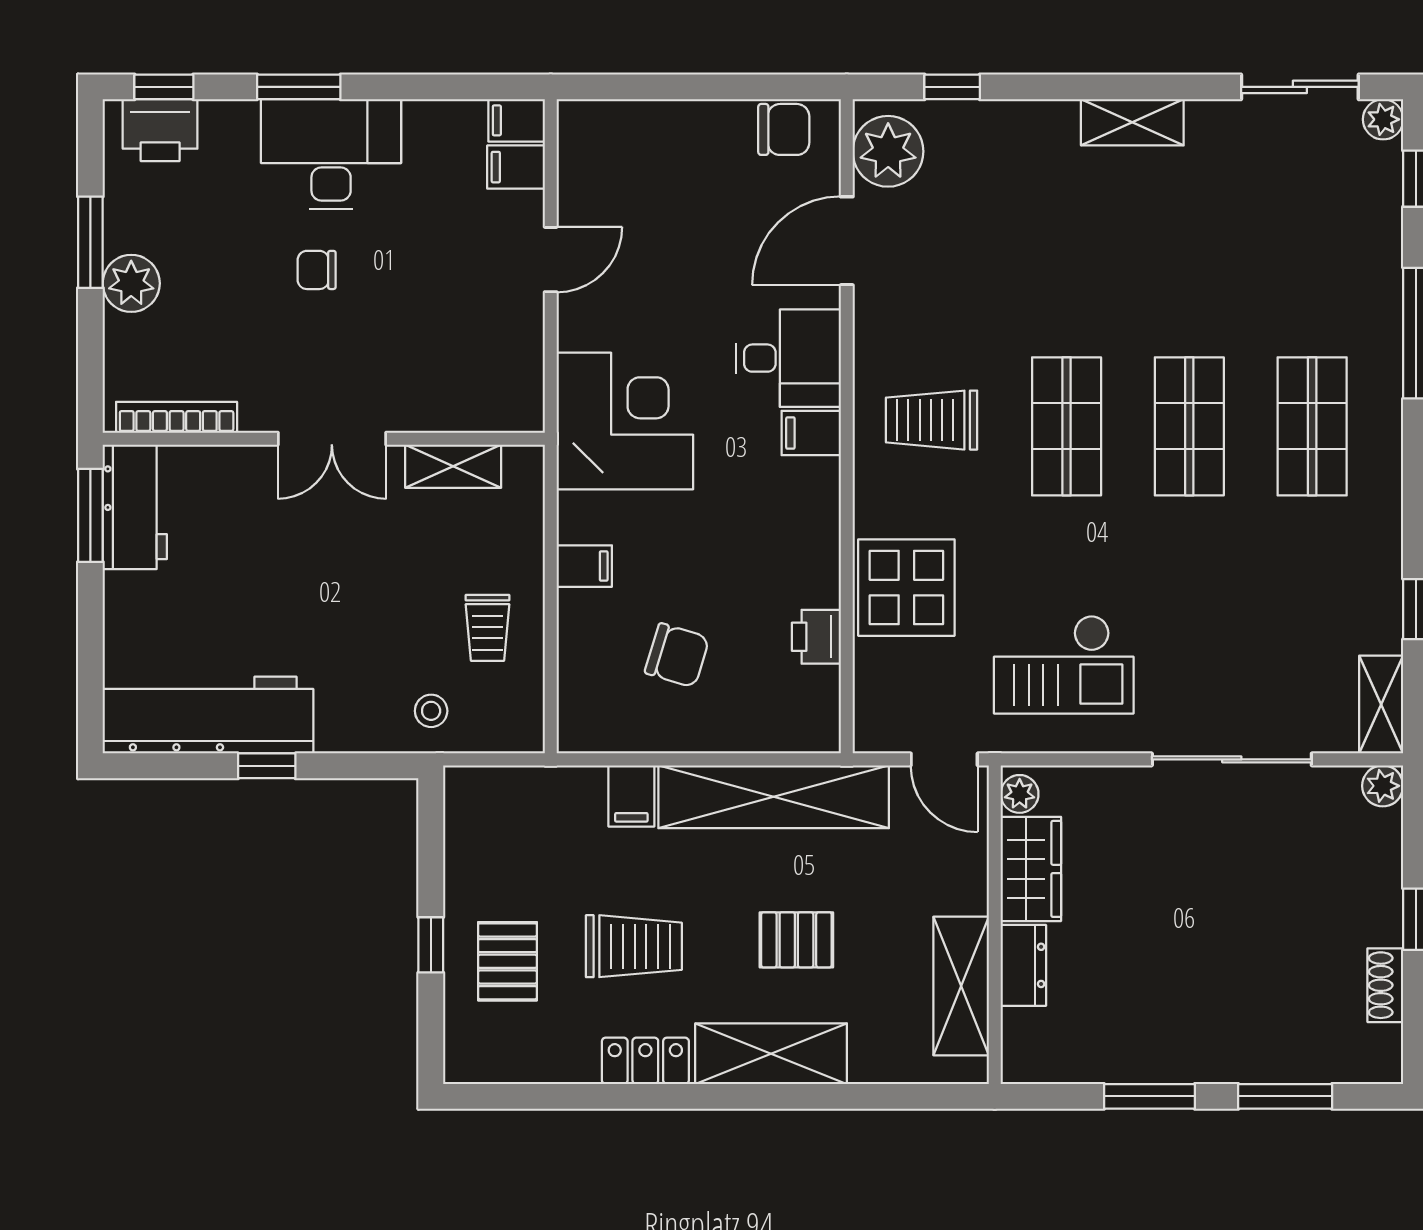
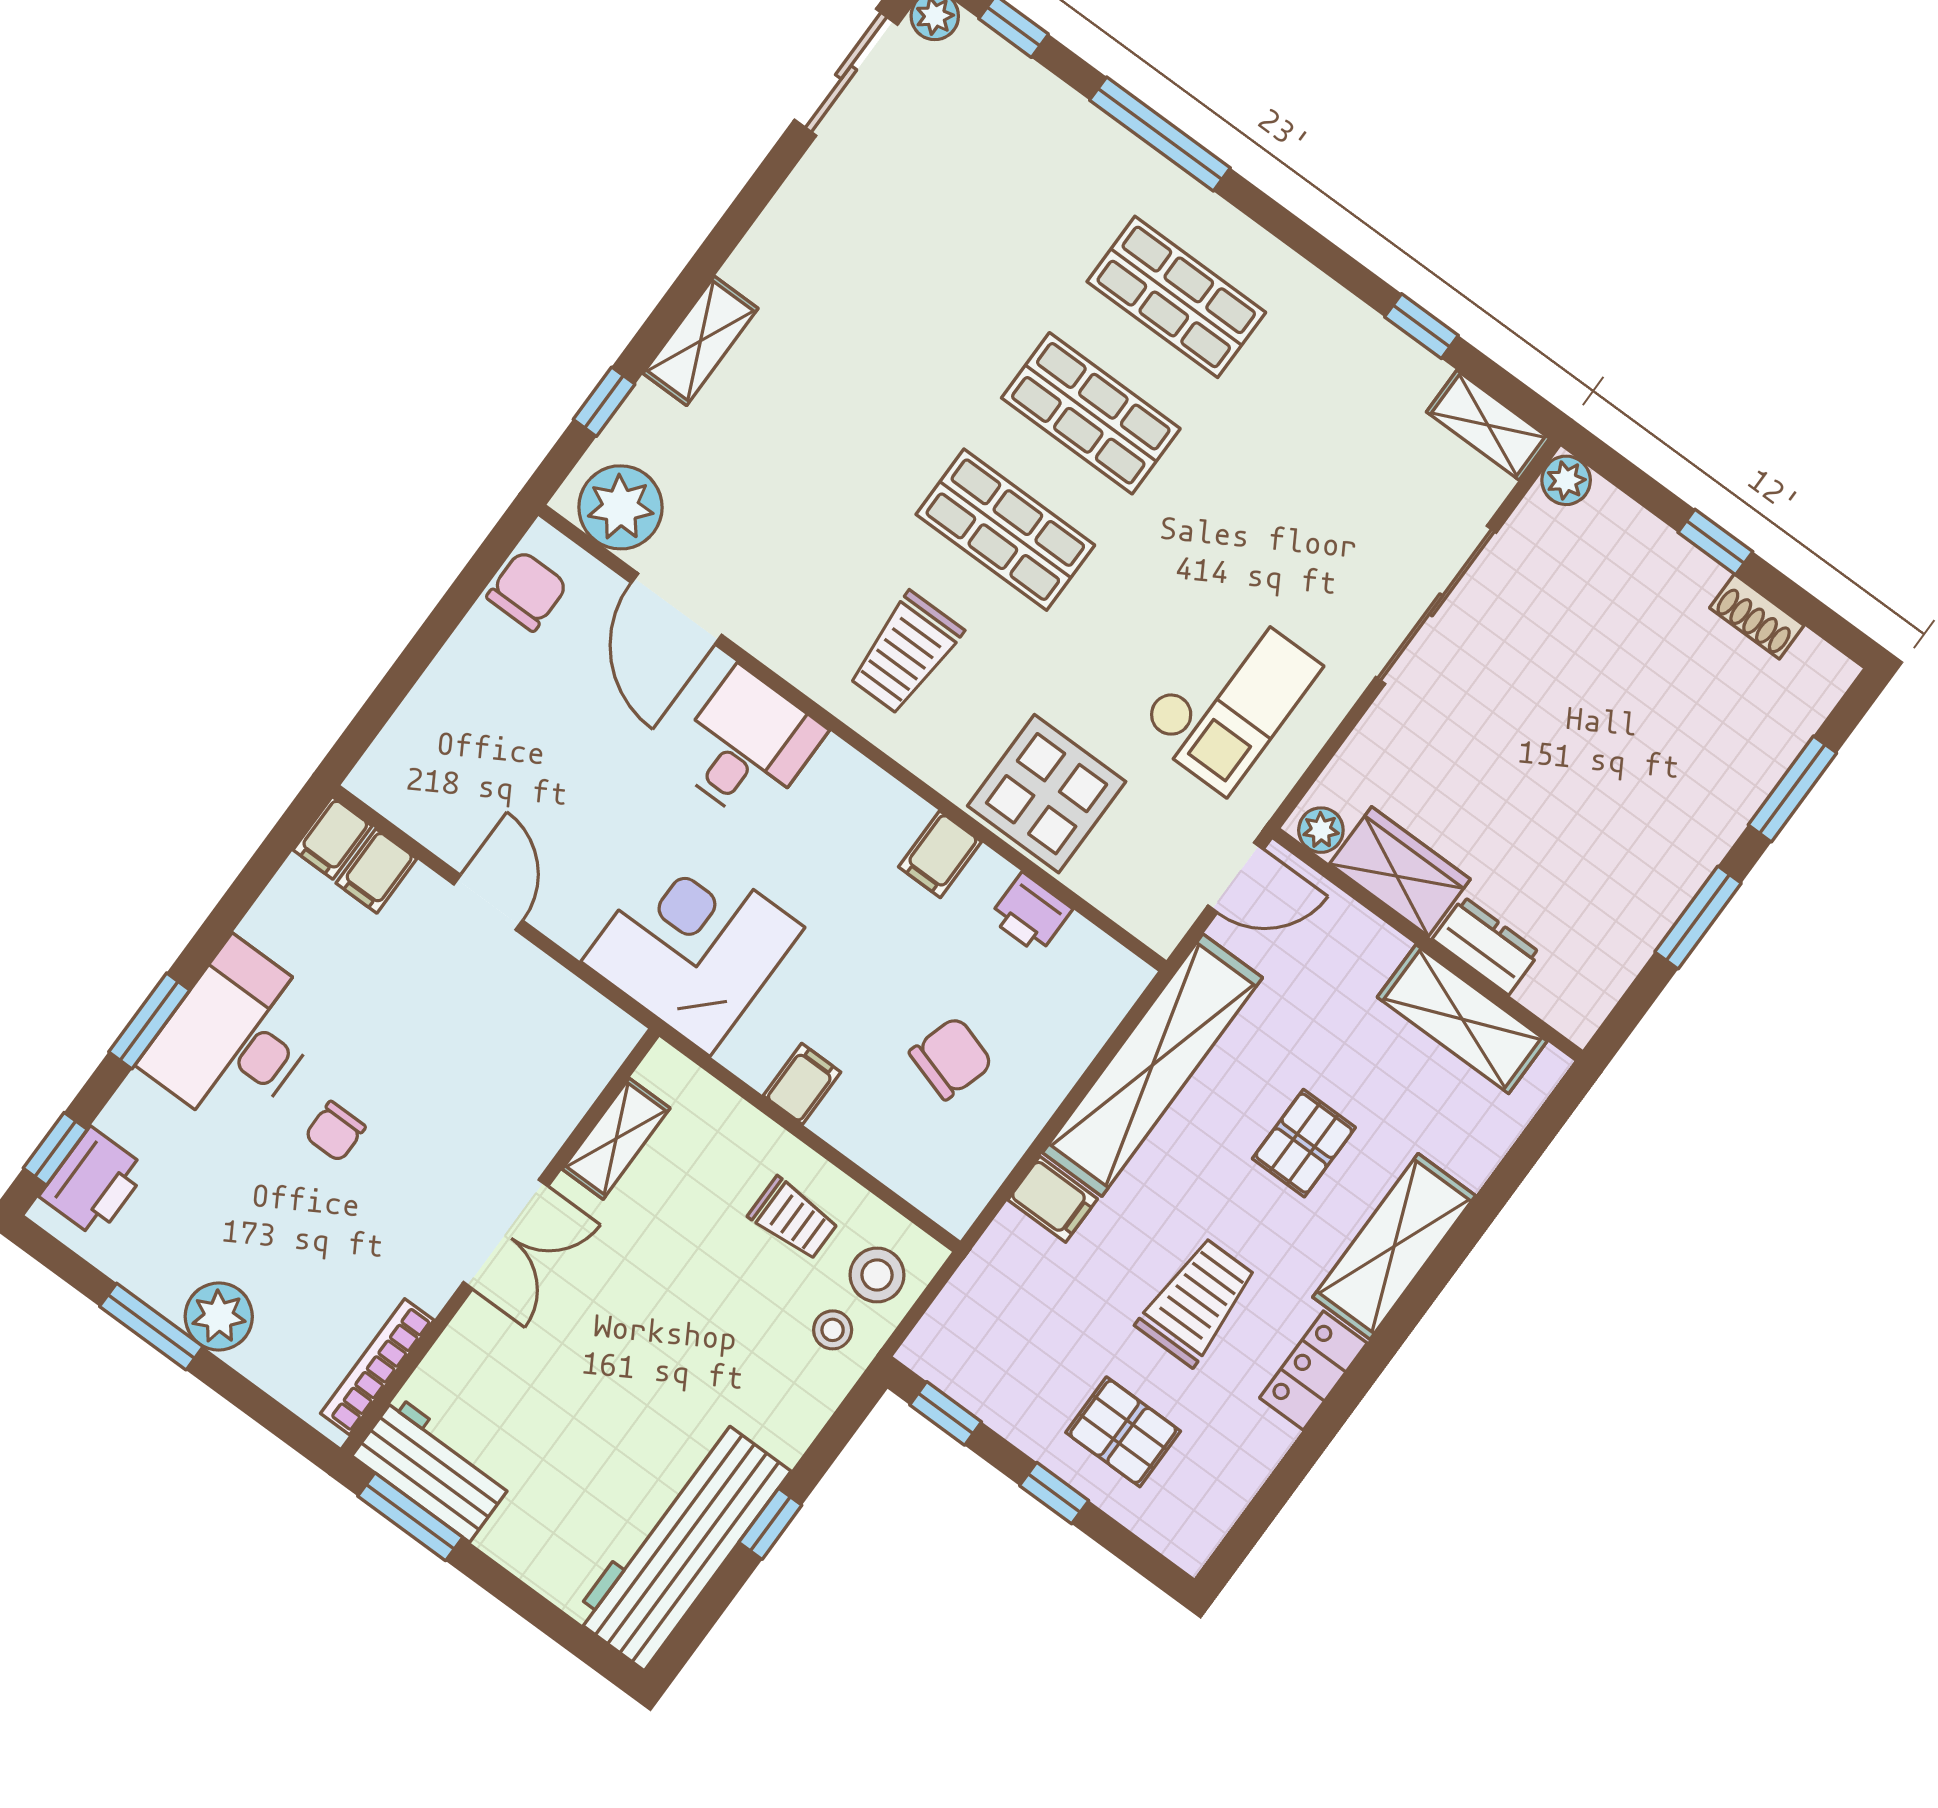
shelving: (1132, 122) -> (700, 341), moved
filing cabinet: (811, 433) -> (940, 854), moved
stool: (491, 714) -> (877, 1275), added
window: (431, 830) -> (946, 1413), added

